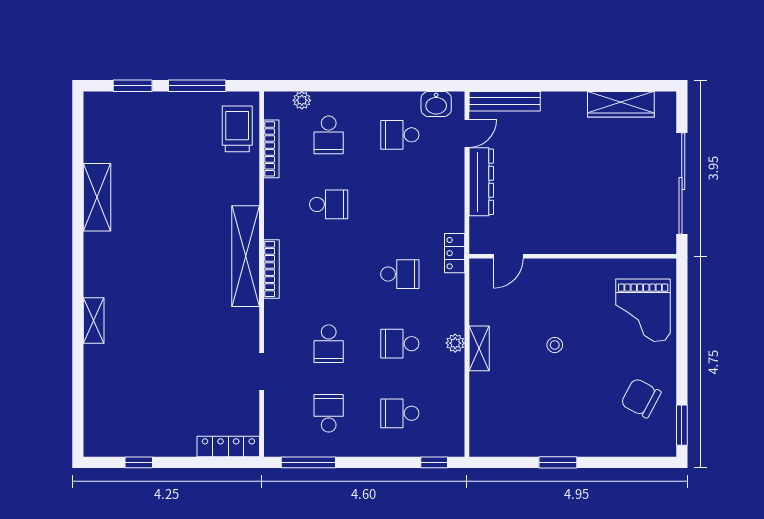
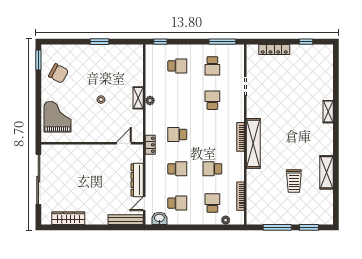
trolley: (237, 129) -> (294, 181), moved
school desk: (400, 344) -> (177, 169), moved
locker: (228, 447) -> (274, 50), moved

